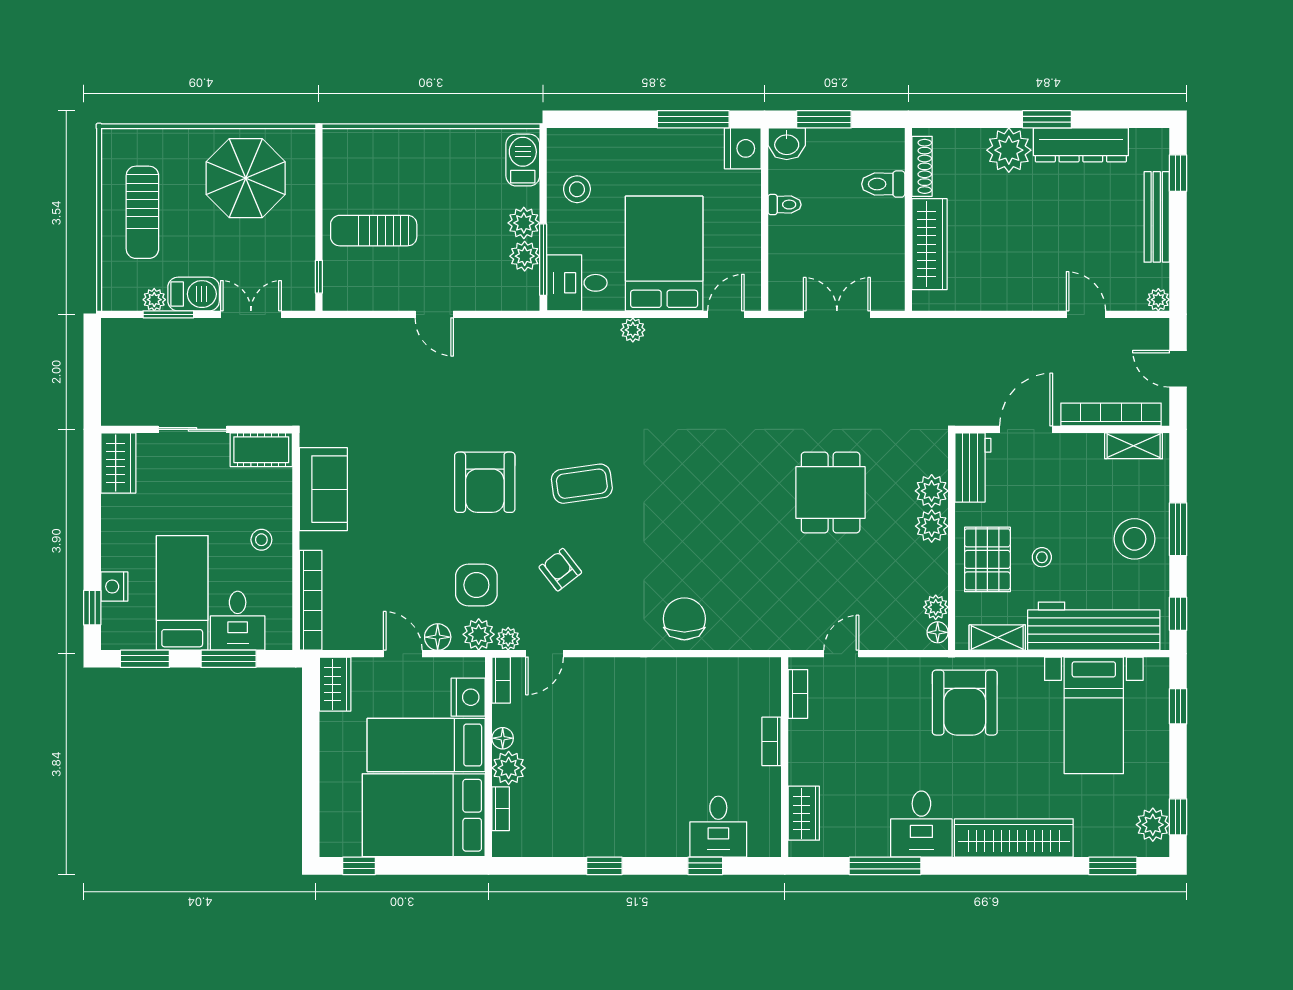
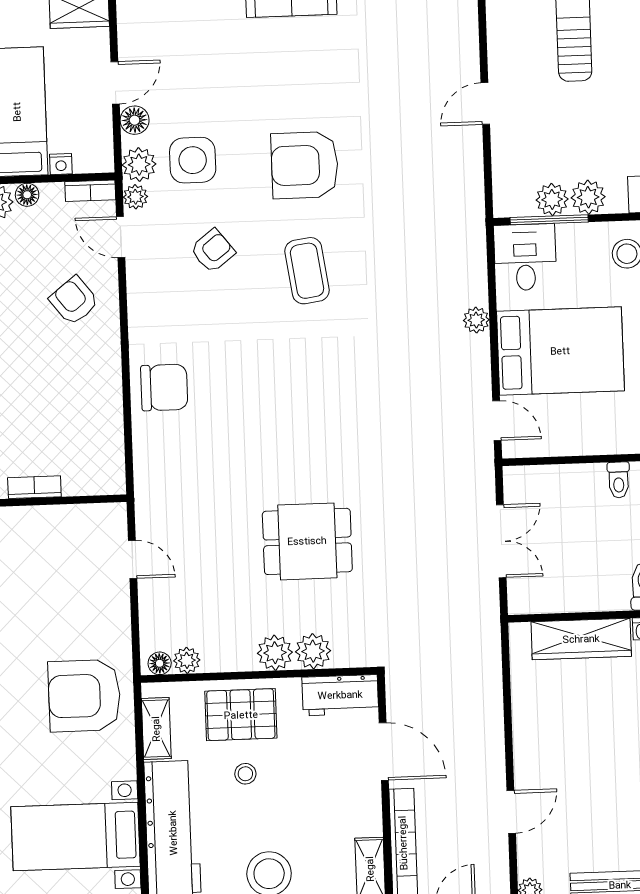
bookcase: (798, 694) -> (87, 514), removed
nightstand: (468, 697) -> (61, 164), width x0.53, depth x0.56
armchair: (601, 699) -> (74, 301), added

